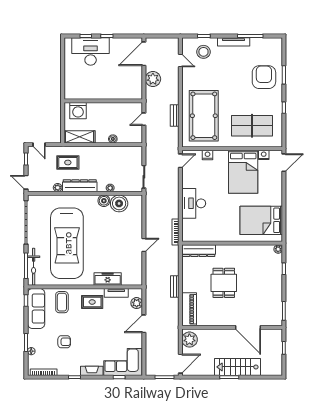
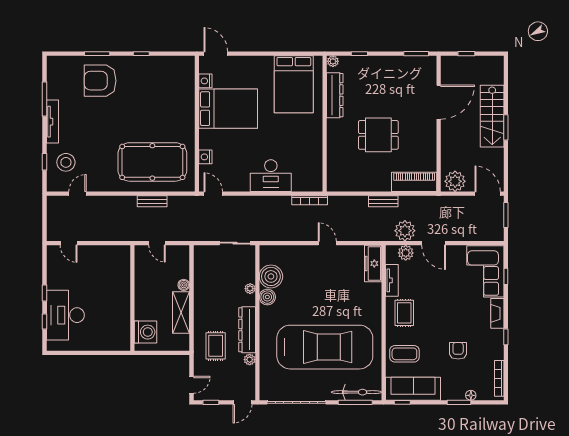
door: (144, 54) -> (69, 243), width x0.53
plant: (153, 79) -> (405, 231), moved
table tennis table: (252, 126) -> (166, 97), removed
shelving: (80, 137) -> (181, 313), moved
dresser: (199, 251) -> (335, 95), moved
freezer: (108, 279) -> (373, 263), moved

